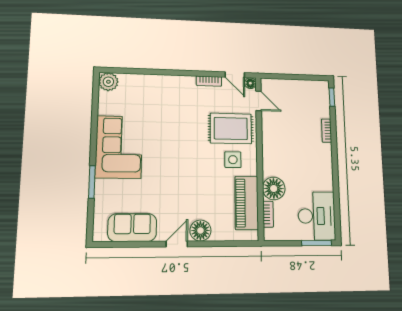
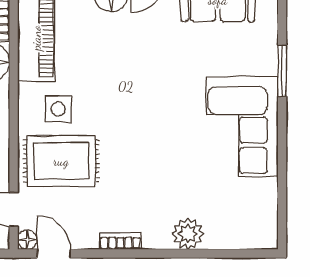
bookcase: (209, 81) -> (120, 241), moved
plant: (108, 82) -> (188, 234), moved

